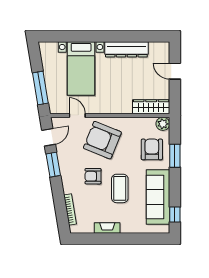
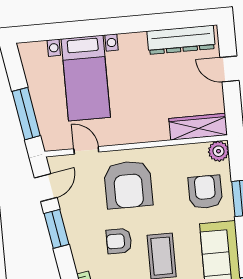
dresser: (126, 49) -> (181, 40), moved
armchair: (102, 140) -> (128, 185), turned -112

